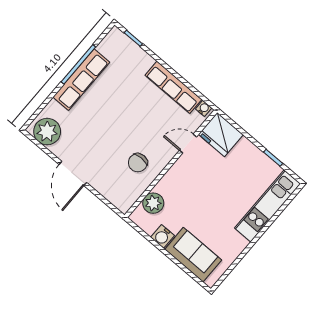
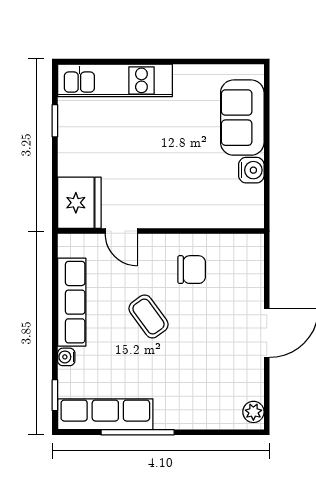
row of seats: (81, 80) -> (105, 414), moved
water cooler: (204, 108) -> (66, 357), moved
coffee table: (133, 120) -> (149, 316), added
plant: (47, 132) -> (253, 412), width x0.53, depth x0.53
plant: (153, 203) -> (223, 213), removed

